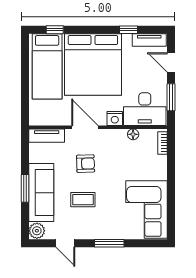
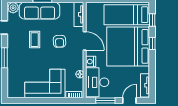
window: (128, 30) -> (152, 43), moved
door: (85, 127) -> (85, 41), hinge flipped
corner sofa: (147, 210) -> (45, 83), moved

